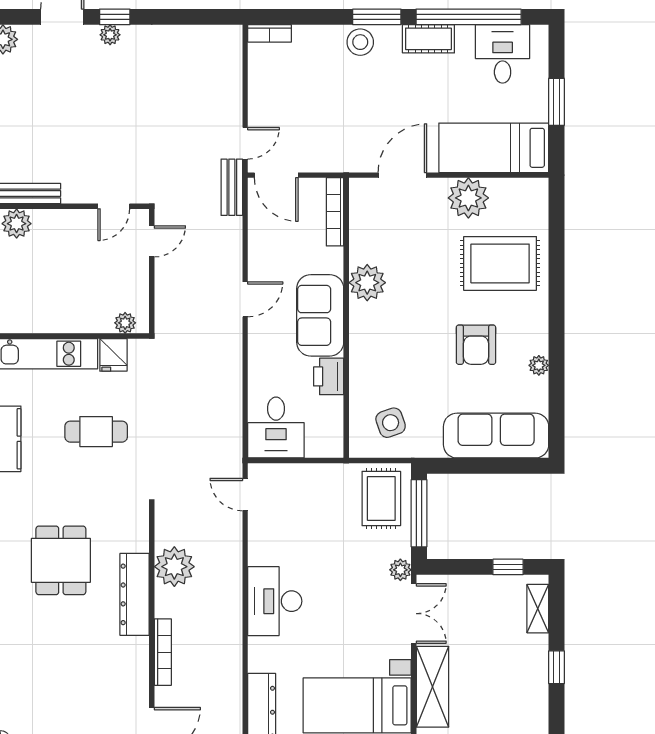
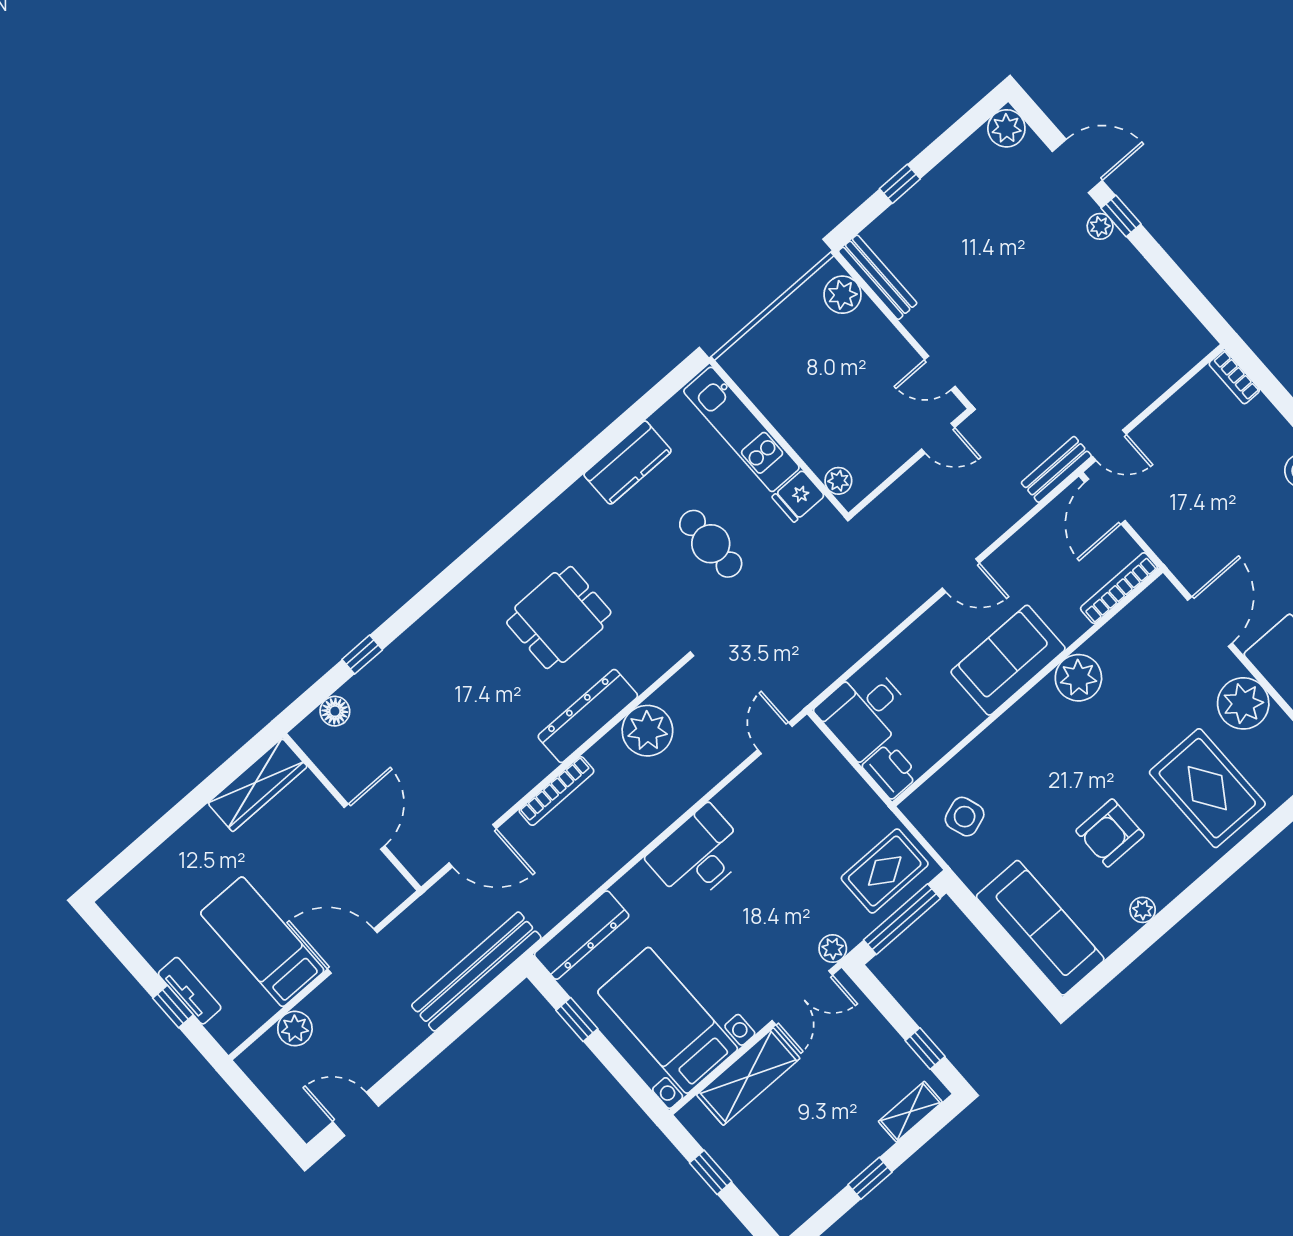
door: (402, 175) -> (1210, 622), hinge flipped
printer: (329, 376) -> (890, 771), moved, turned 90

